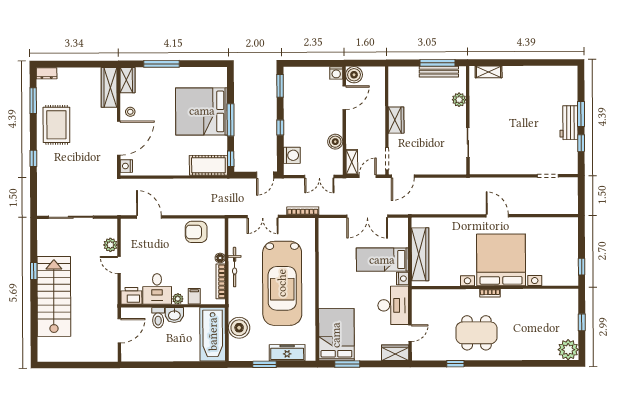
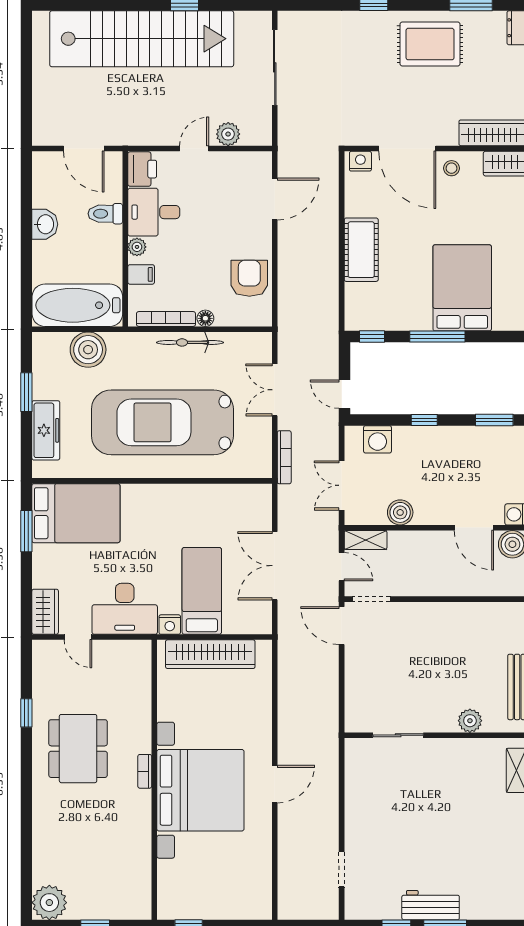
bed: (202, 111) -> (462, 288), width x0.73
wardrobe: (396, 120) -> (436, 615), removed
cot: (208, 165) -> (361, 250), moved
stairs: (54, 296) -> (142, 39), width x1.36
washbasin: (174, 315) -> (45, 224), moved, turned 180

